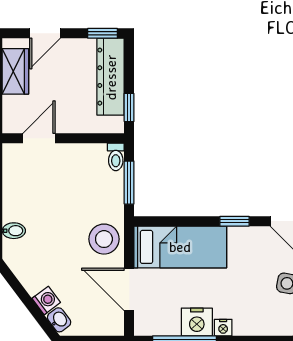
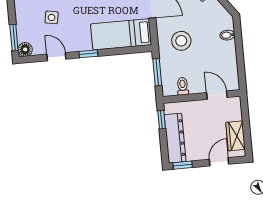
door: (39, 138) -> (217, 95), swing flipped
toilet: (116, 157) -> (183, 86), moved
stool: (104, 239) -> (181, 41), moved

